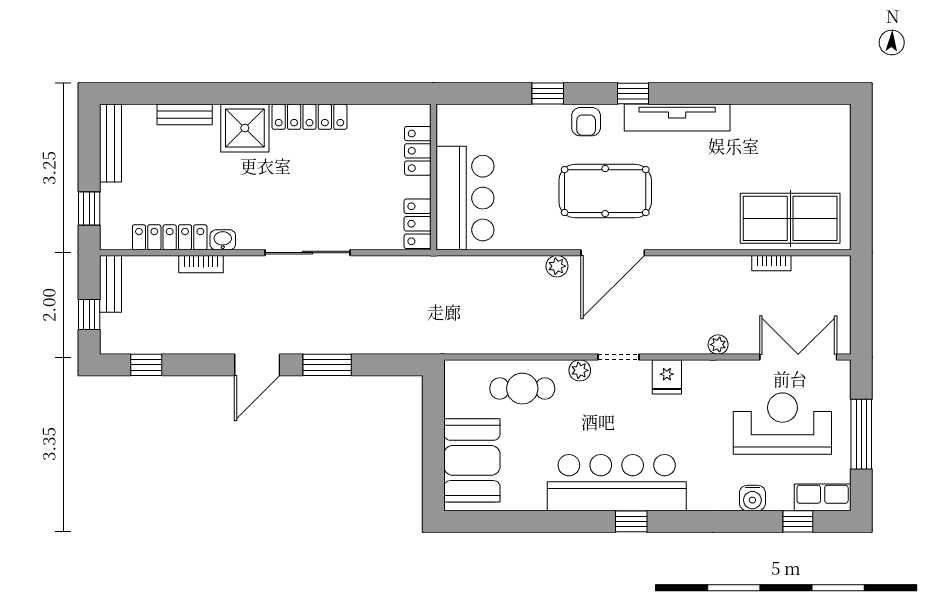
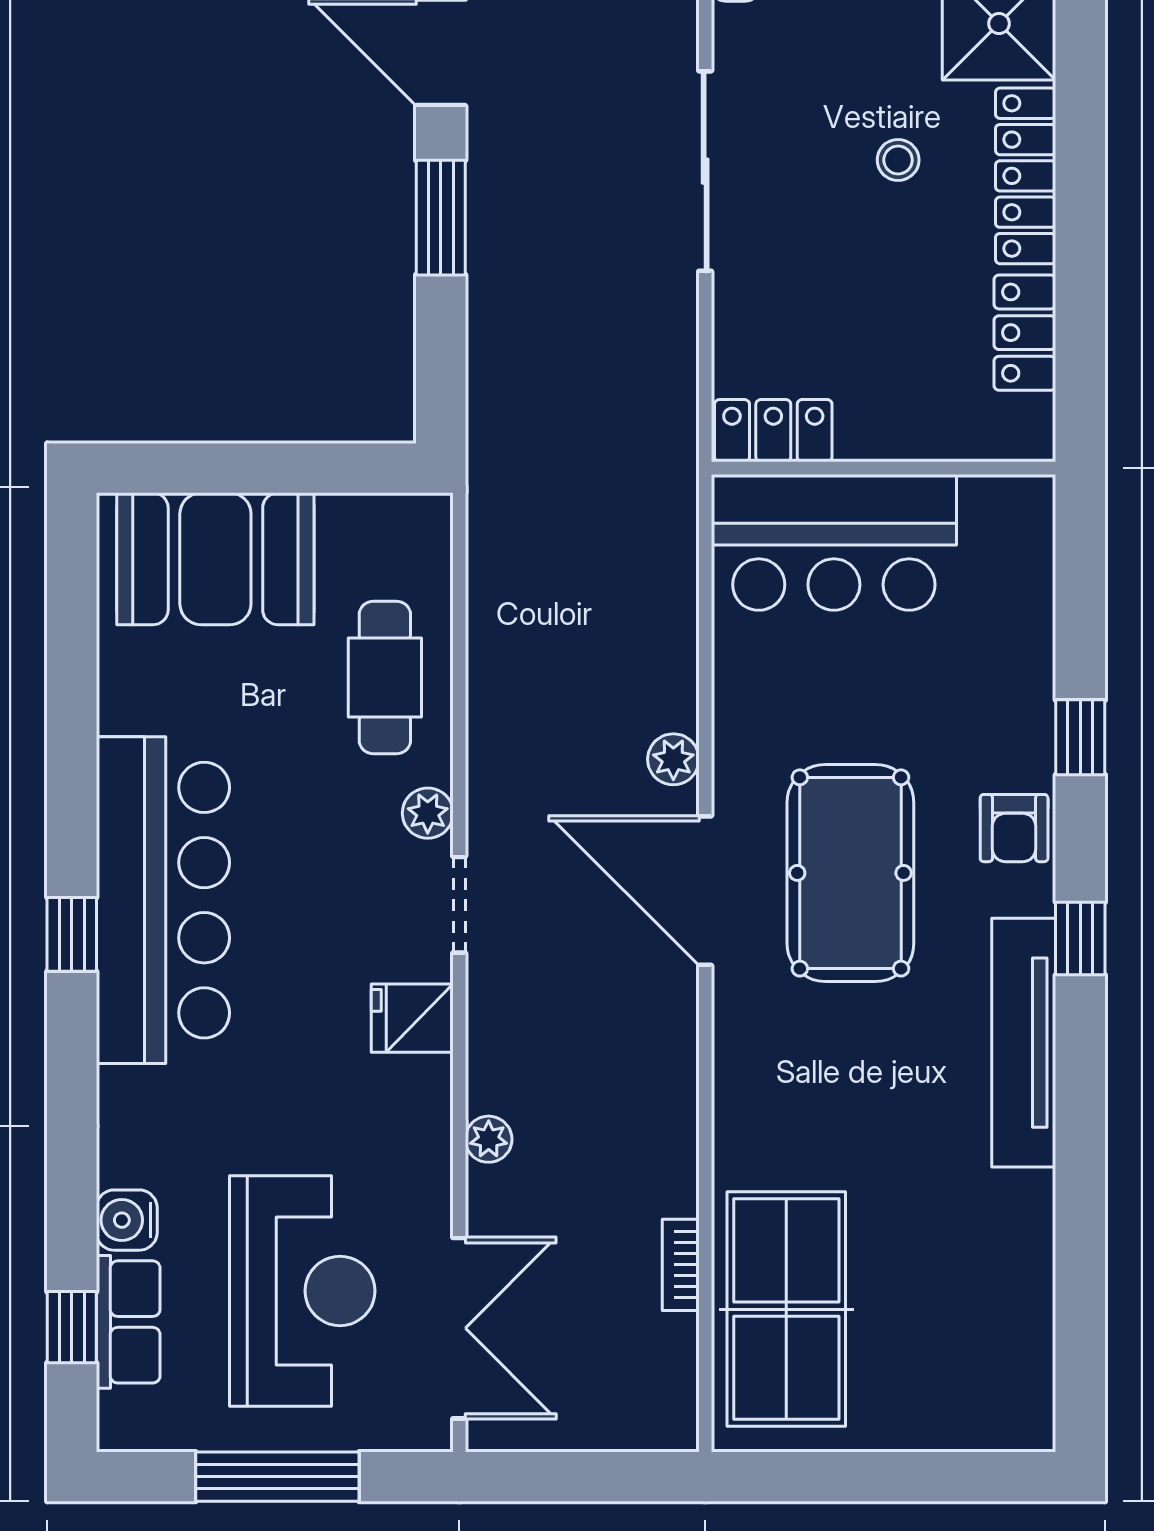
armchair: (586, 122) -> (1014, 828), turned -90
locker: (418, 151) -> (1025, 333), moved, turned -90
stool: (303, 171) -> (898, 160), added
row of seats: (823, 497) -> (128, 1322), moved

